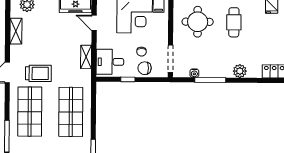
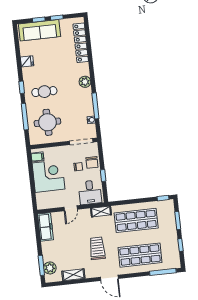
door: (94, 23) -> (71, 208), moved
shelving: (86, 57) -> (101, 212), moved
trolley: (38, 73) -> (97, 248), moved

